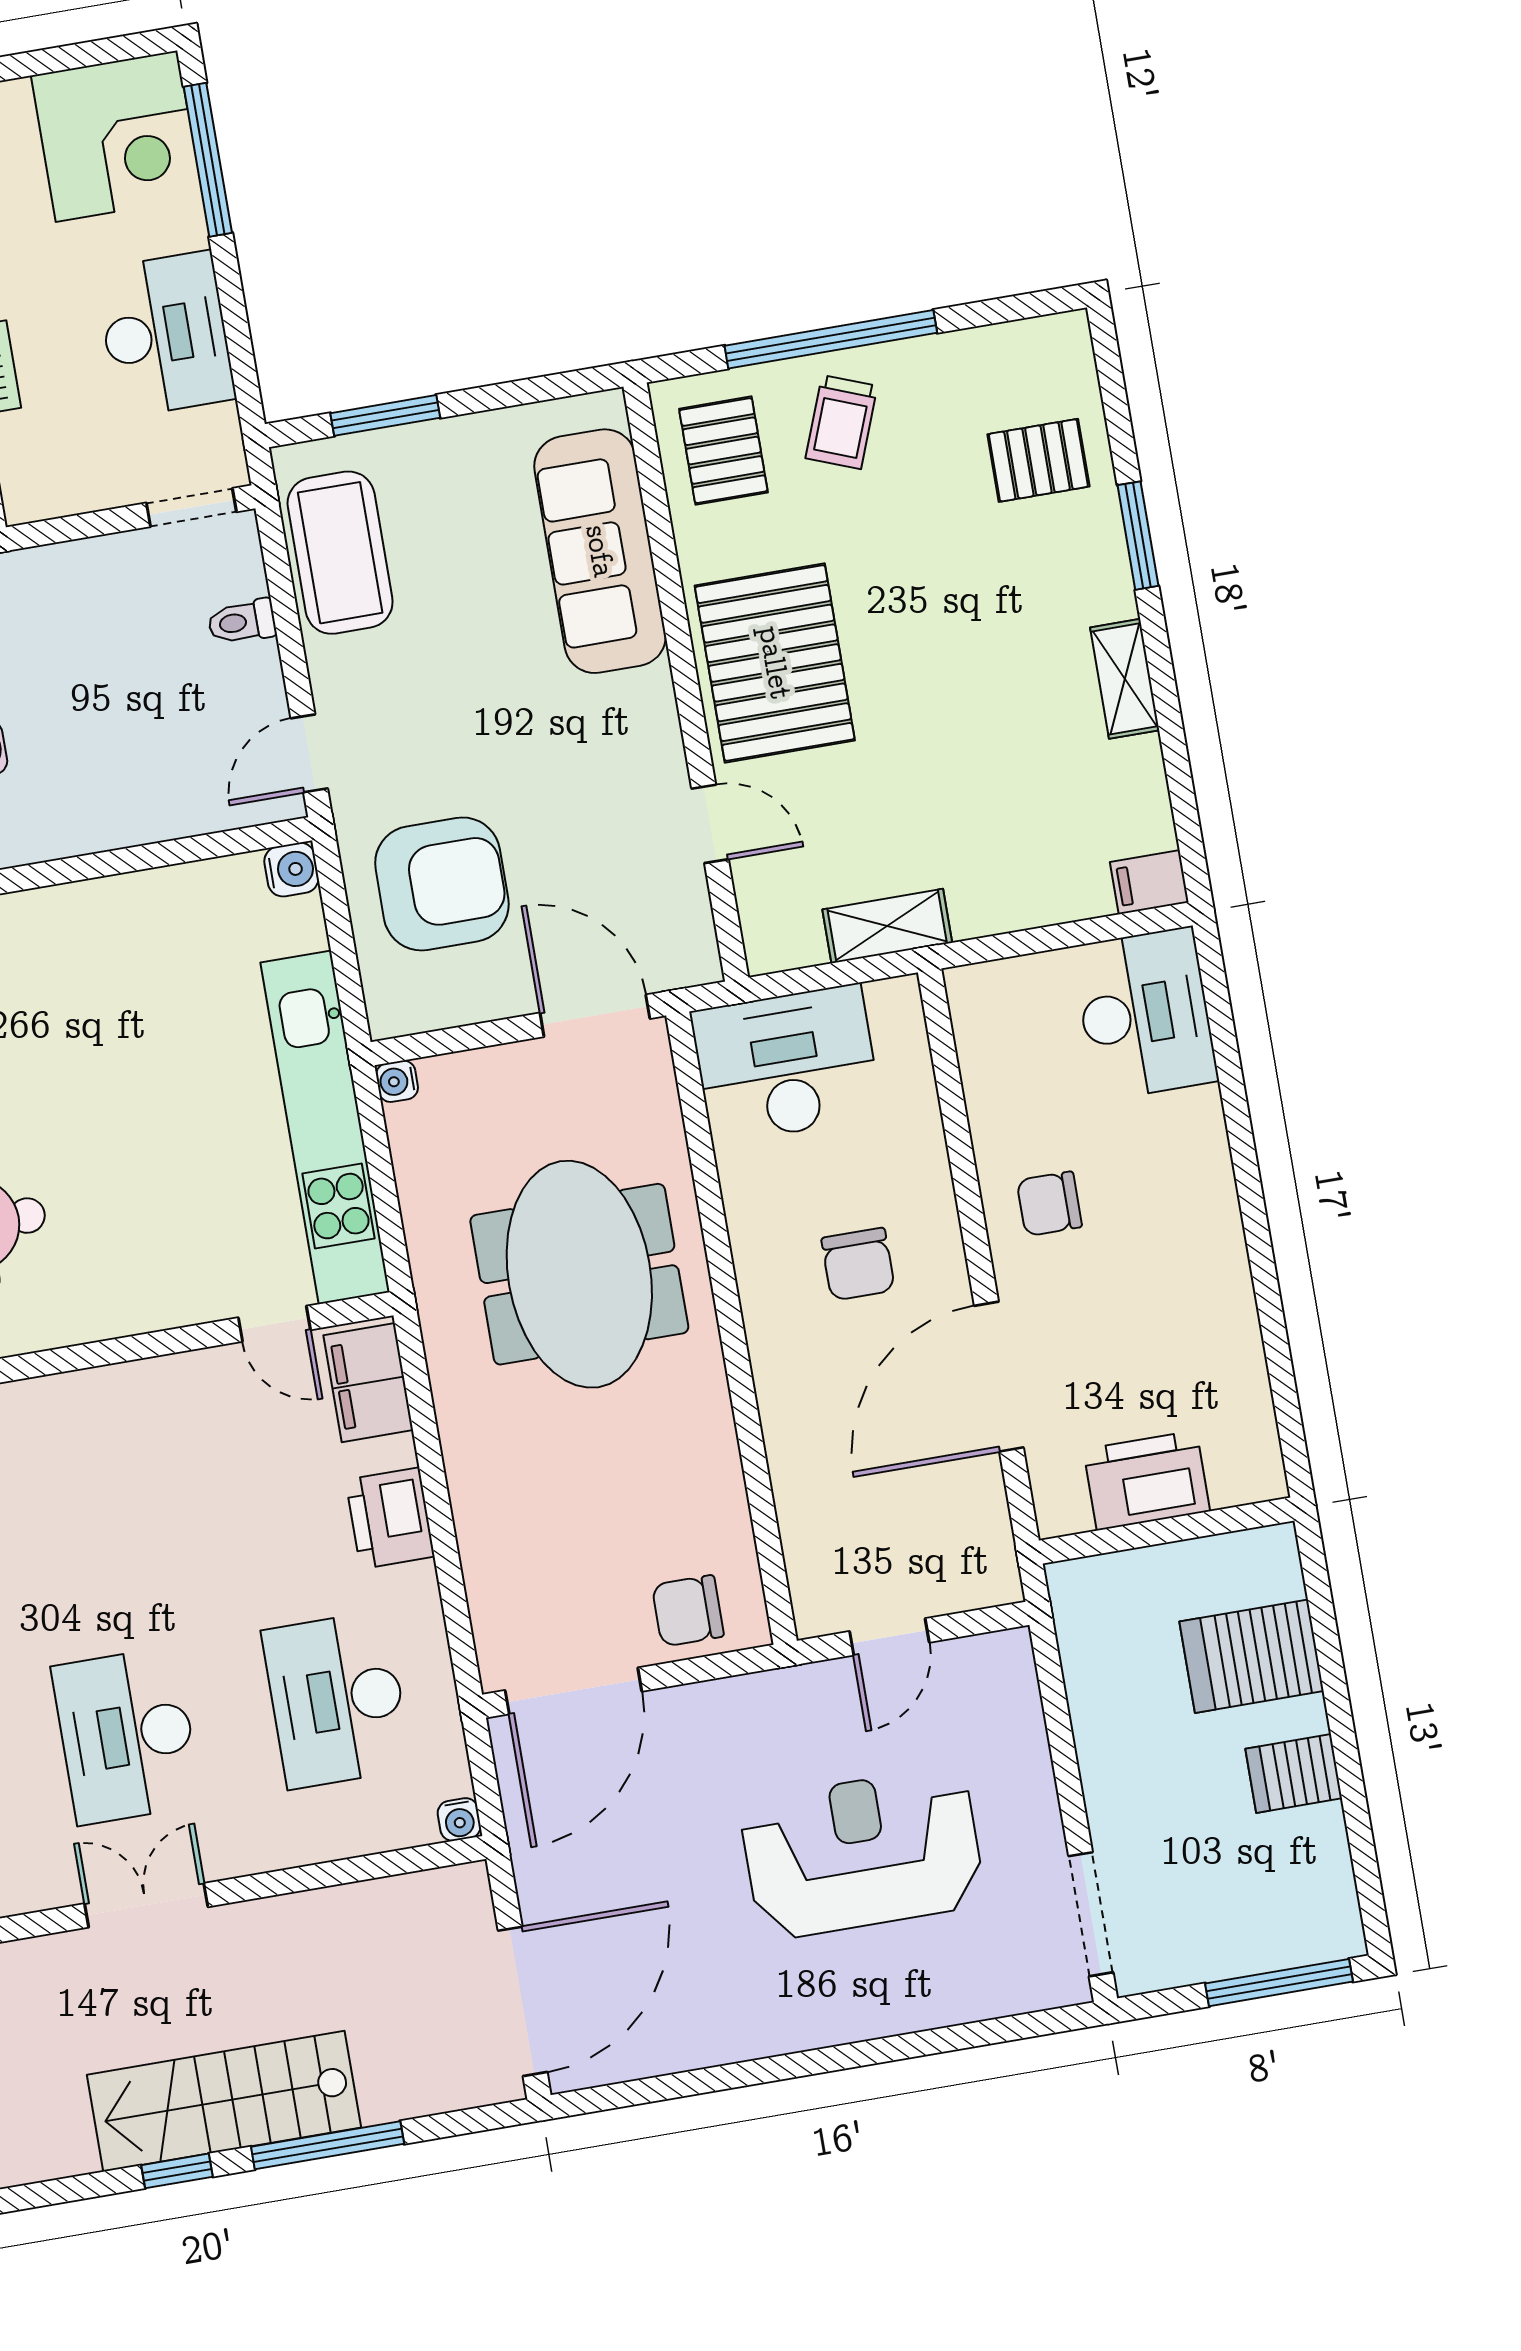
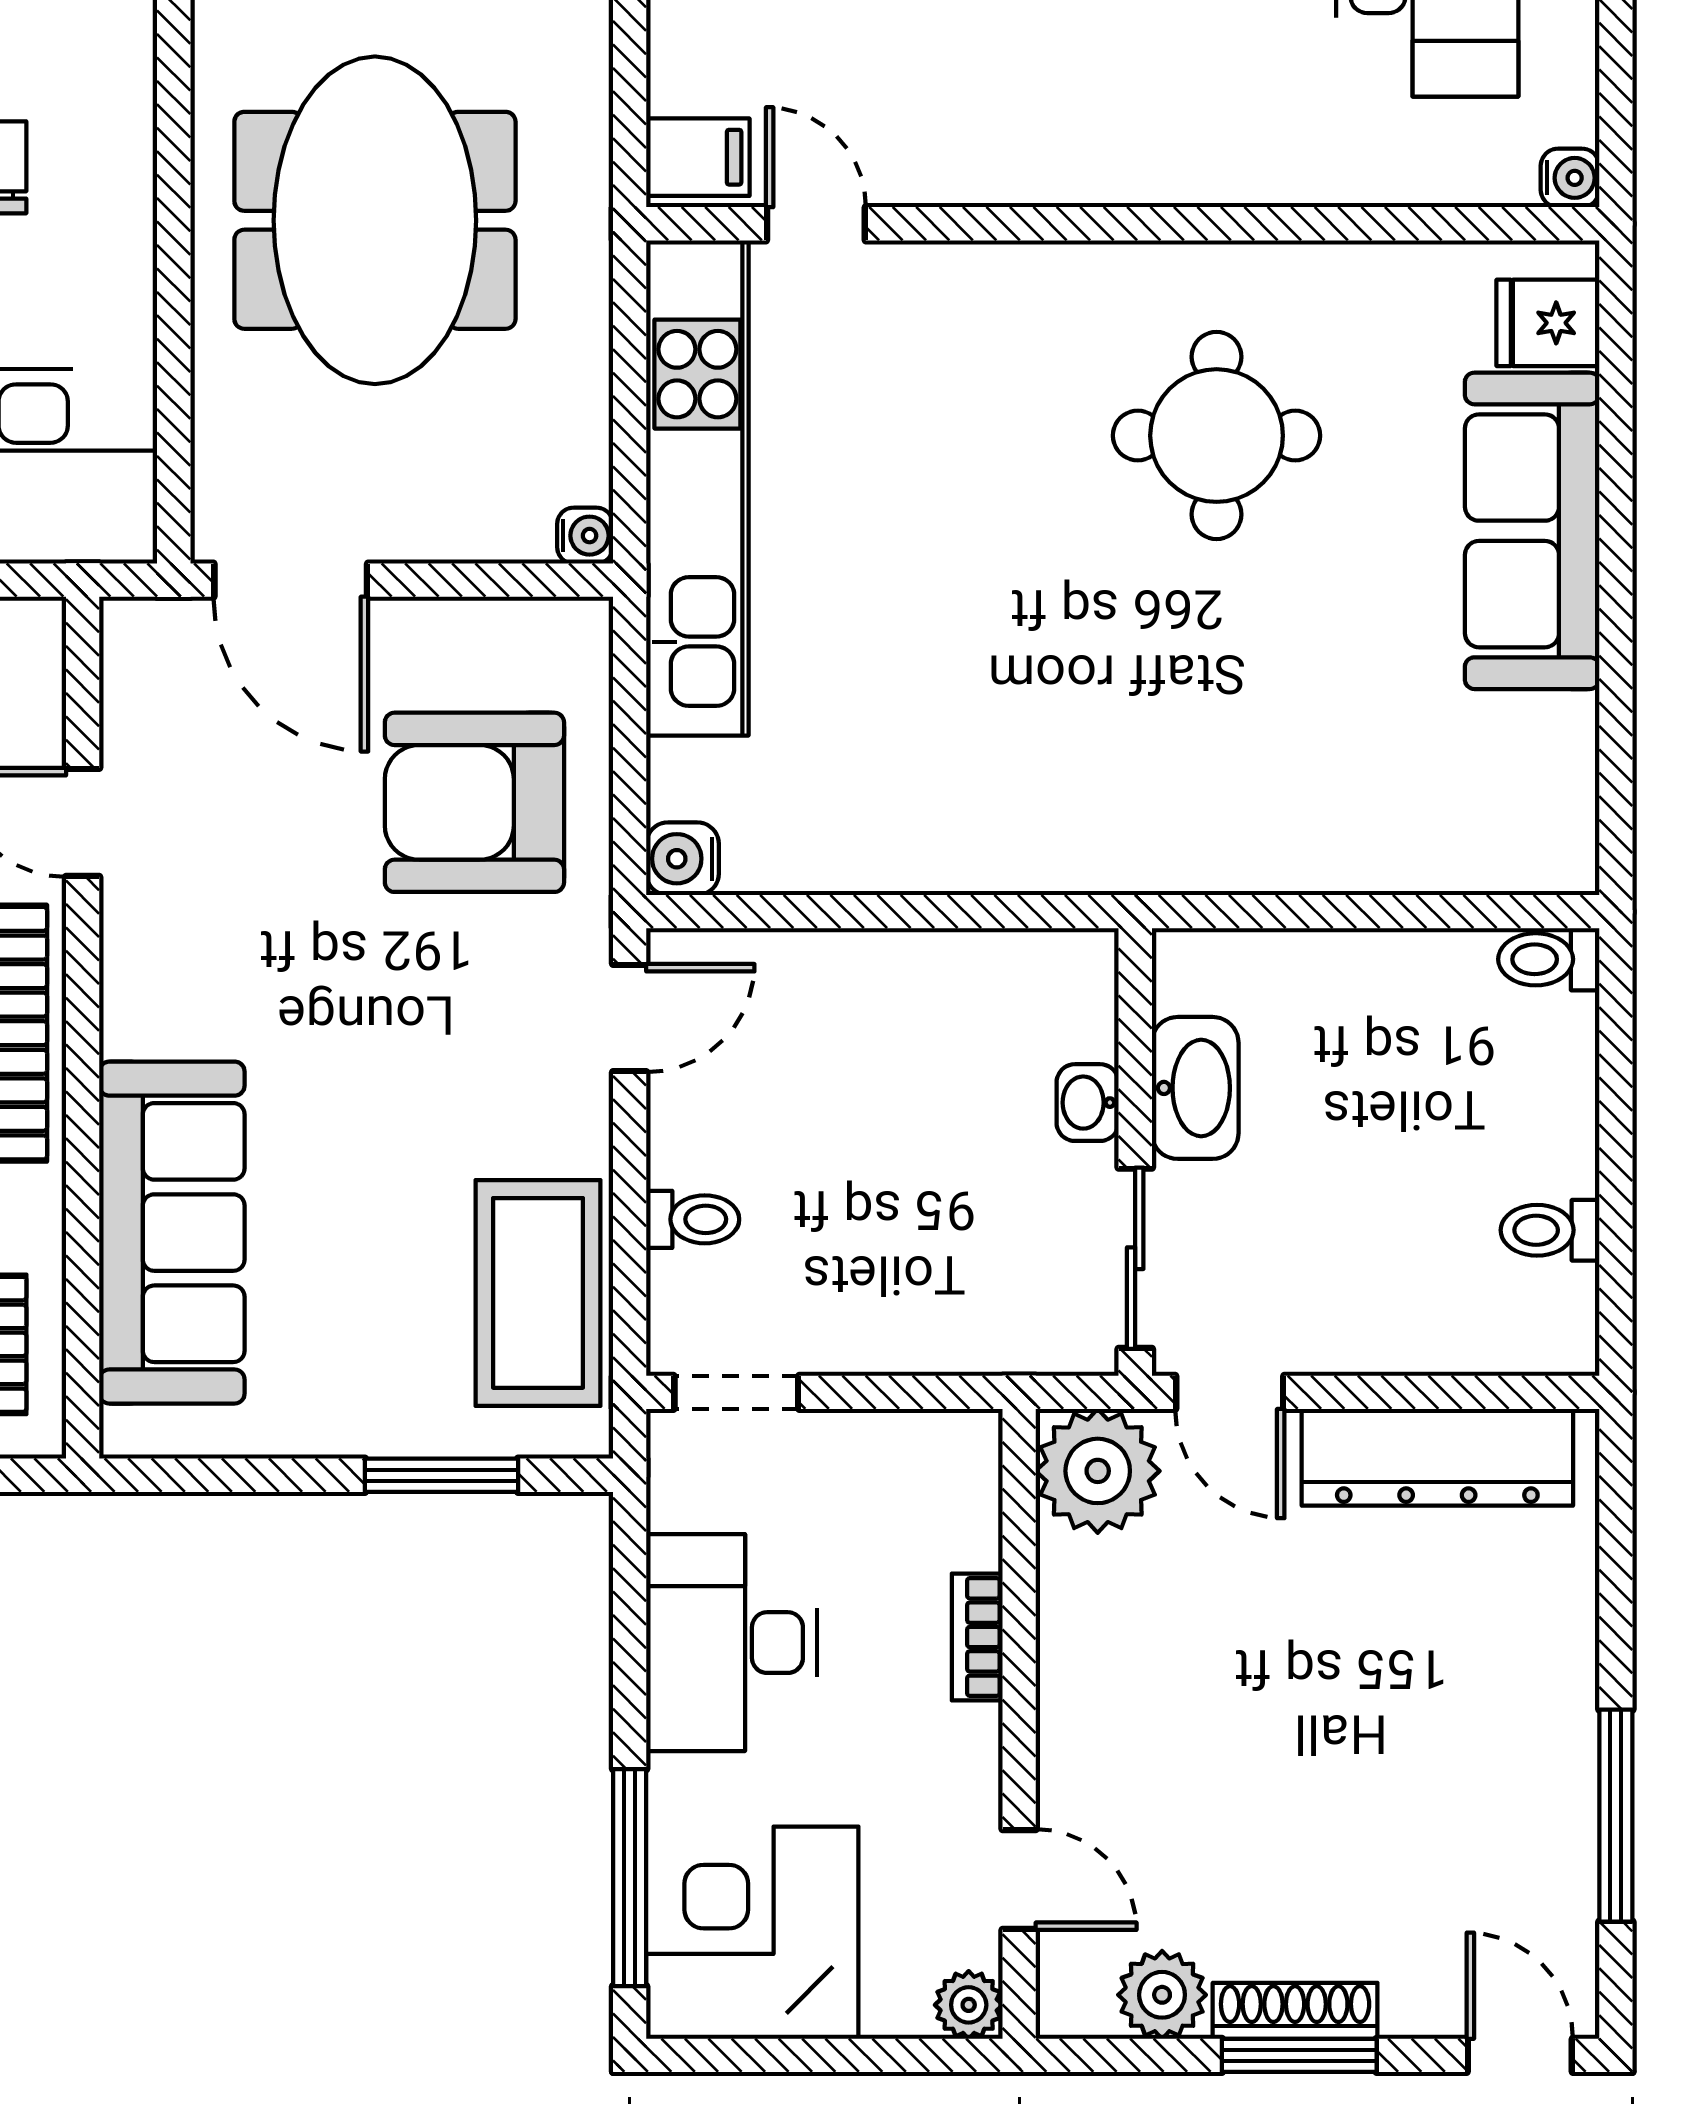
filing cabinet: (368, 1383) -> (698, 157), width x0.50

